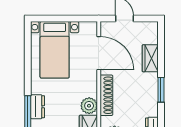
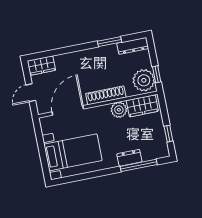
wardrobe: (150, 58) -> (41, 66), moved
window: (161, 90) -> (110, 42), moved

